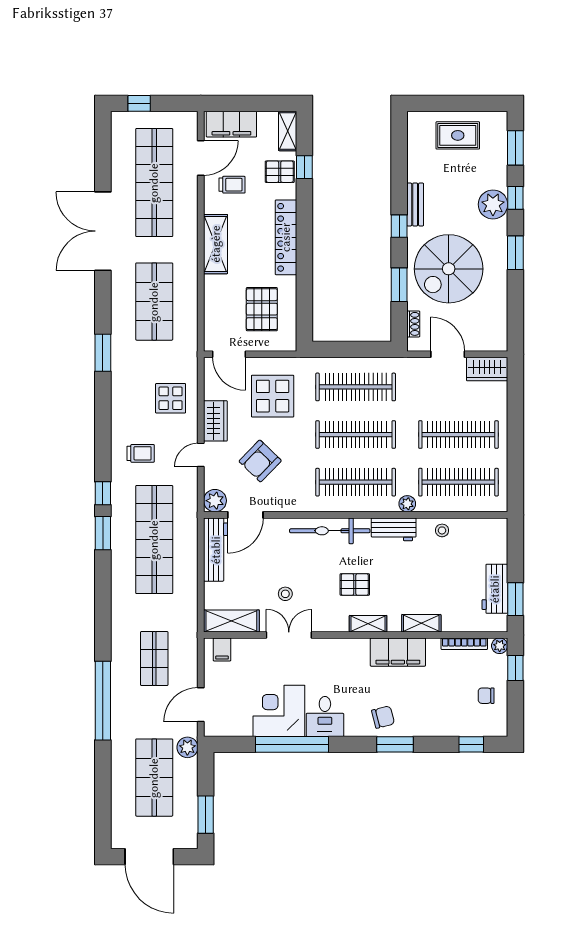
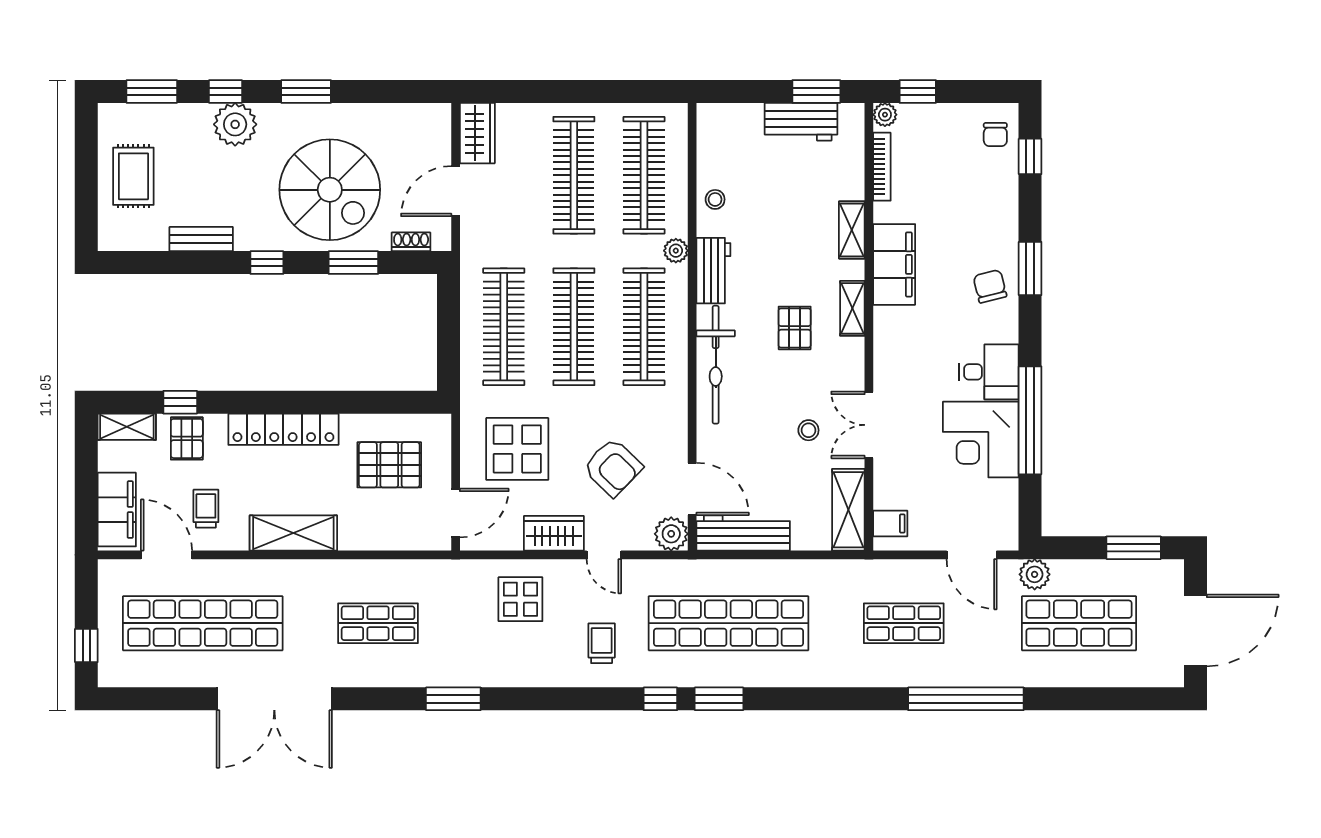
bench: (415, 205) -> (201, 239), moved
shop shelf: (154, 302) -> (378, 623), width x0.70, depth x0.74
chair: (486, 696) -> (995, 135), moved

